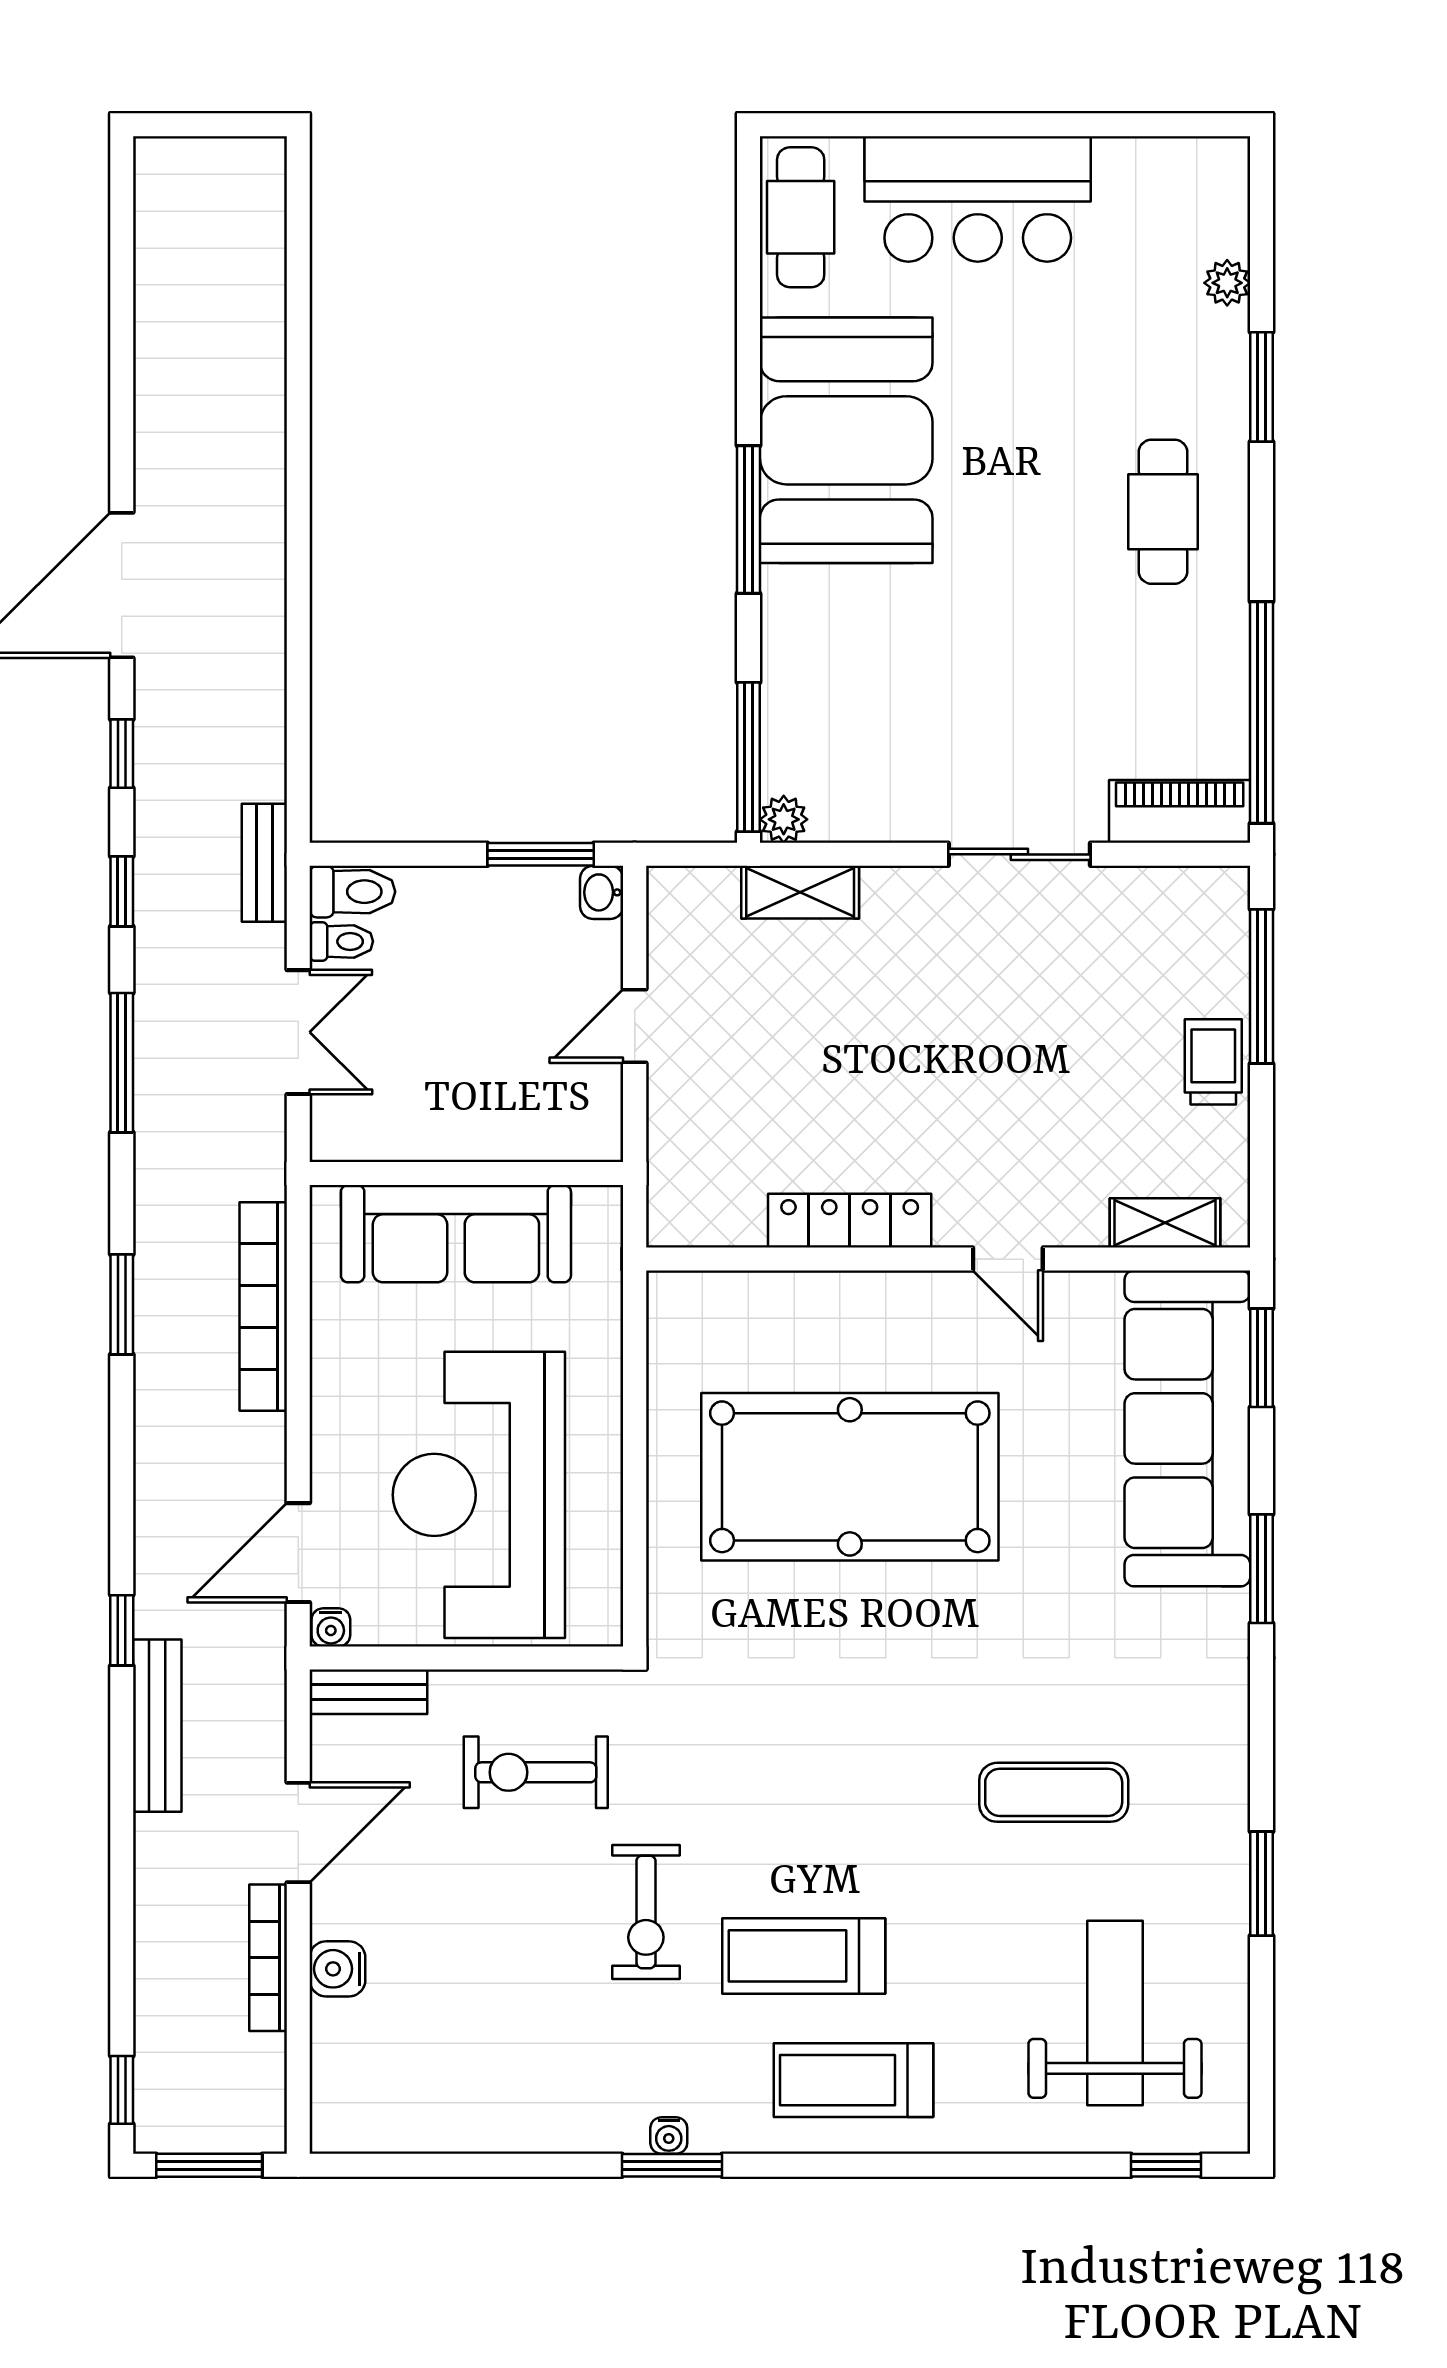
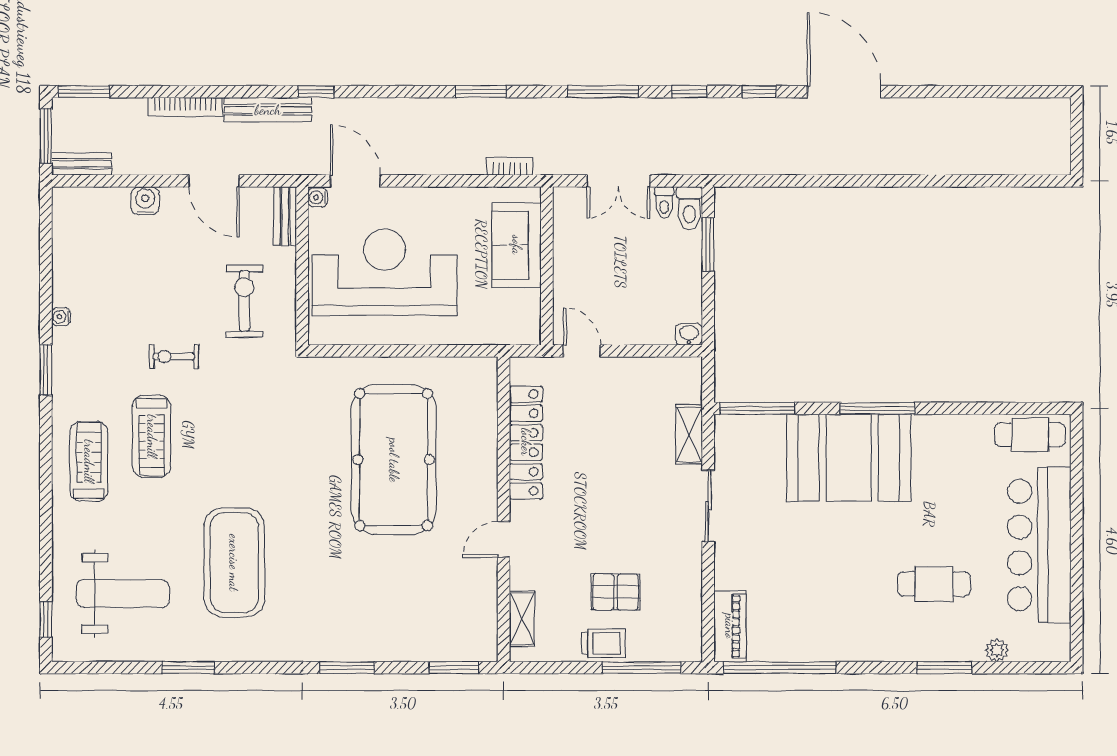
bar counter: (978, 199) -> (1039, 545), width x1.36
booth: (846, 440) -> (849, 458), moved
cafe table: (1163, 512) -> (934, 584), moved
plant: (784, 819) -> (726, 426), removed
window: (541, 854) -> (708, 244), moved
sliding door: (1019, 854) -> (708, 506), moved
bench: (264, 863) -> (81, 164), moved
door: (635, 1026) -> (582, 351), moved
pallet: (1112, 1038) -> (616, 592), added
locker: (850, 1221) -> (526, 442), width x1.41, depth x1.21
sofa: (456, 1234) -> (517, 245), width x0.73
bookcase: (263, 1306) -> (510, 166), width x0.43, depth x0.76
sofa: (1187, 1428) -> (418, 630), removed
exercise mat: (1054, 1792) -> (234, 563), width x2.00, depth x1.45
exercise bike: (646, 1912) -> (174, 357), width x0.73, depth x0.72
treadmill: (804, 1956) -> (152, 436), turned 180
bookcase: (268, 1958) -> (185, 107), moved, turned 180
window: (122, 2090) -> (84, 92), width x1.50
water cooler: (669, 2136) -> (61, 317), moved

